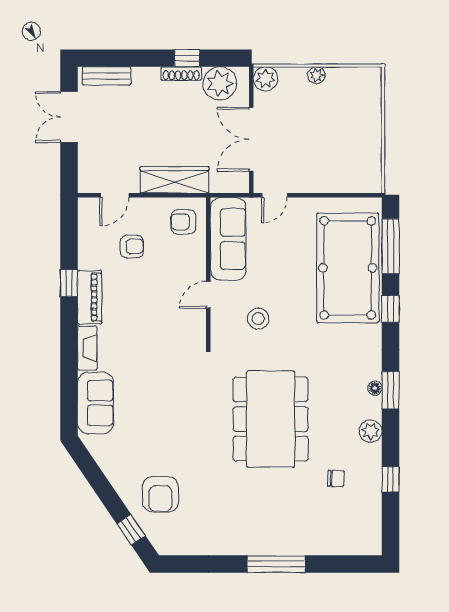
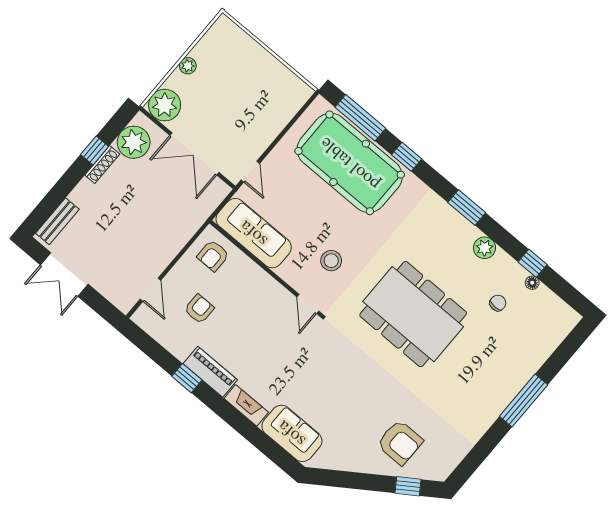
plant: (265, 79) -> (165, 105), width x1.36, depth x1.36
wardrobe: (175, 180) -> (177, 236), removed
door: (208, 295) -> (308, 304), moved
floor lamp: (375, 388) -> (532, 283), moved

